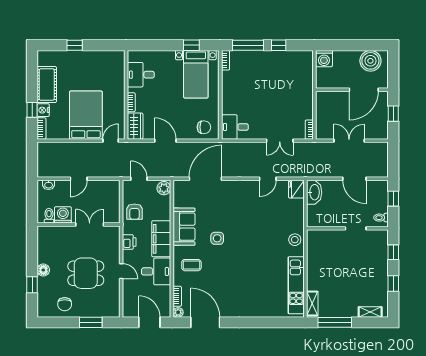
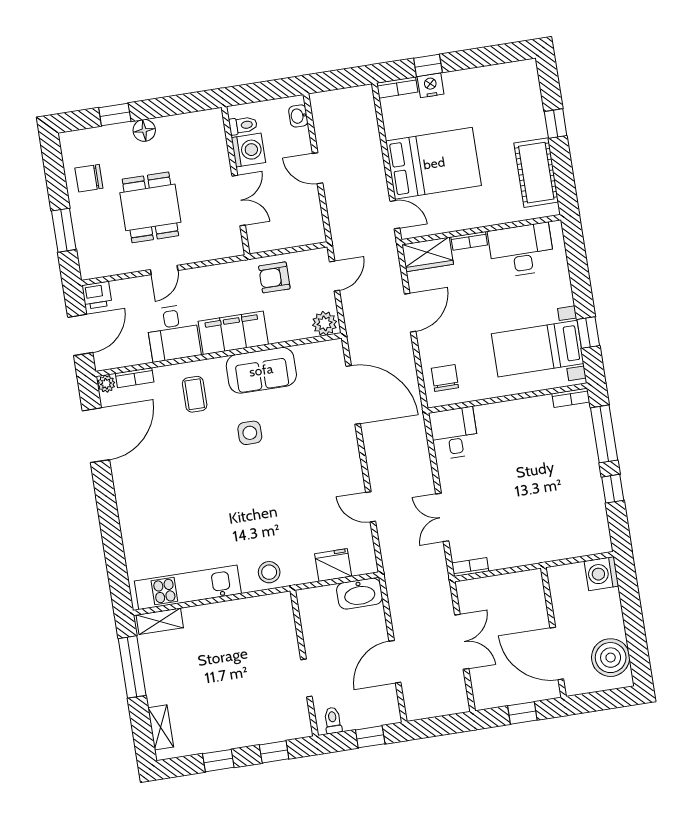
desk: (141, 75) -> (521, 250), width x1.37
cot: (47, 85) -> (536, 173), moved, turned 90
chair: (204, 127) -> (445, 378), turned 180
fridge: (296, 189) -> (333, 565), moved
printer: (129, 242) -> (97, 295), moved

